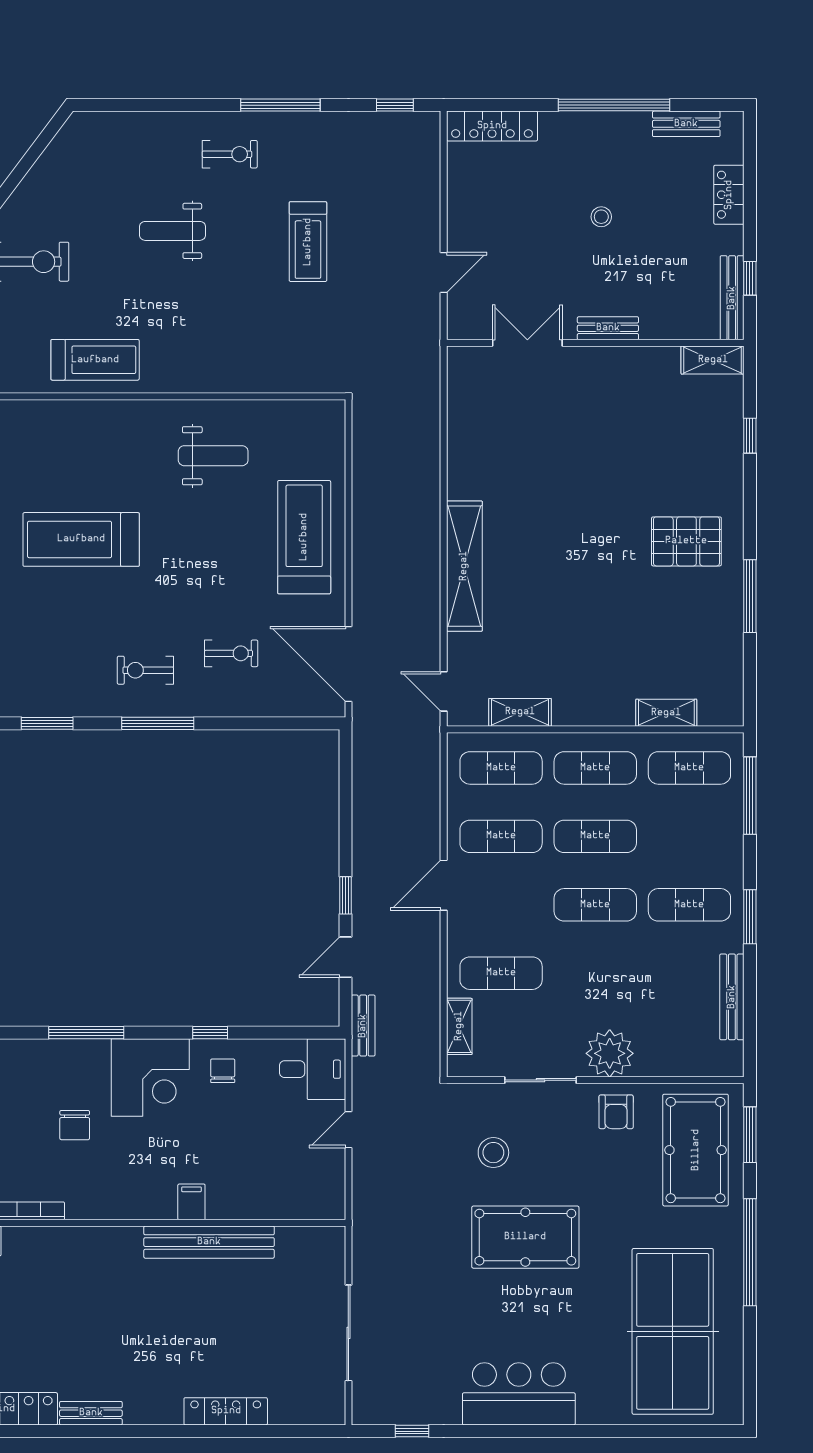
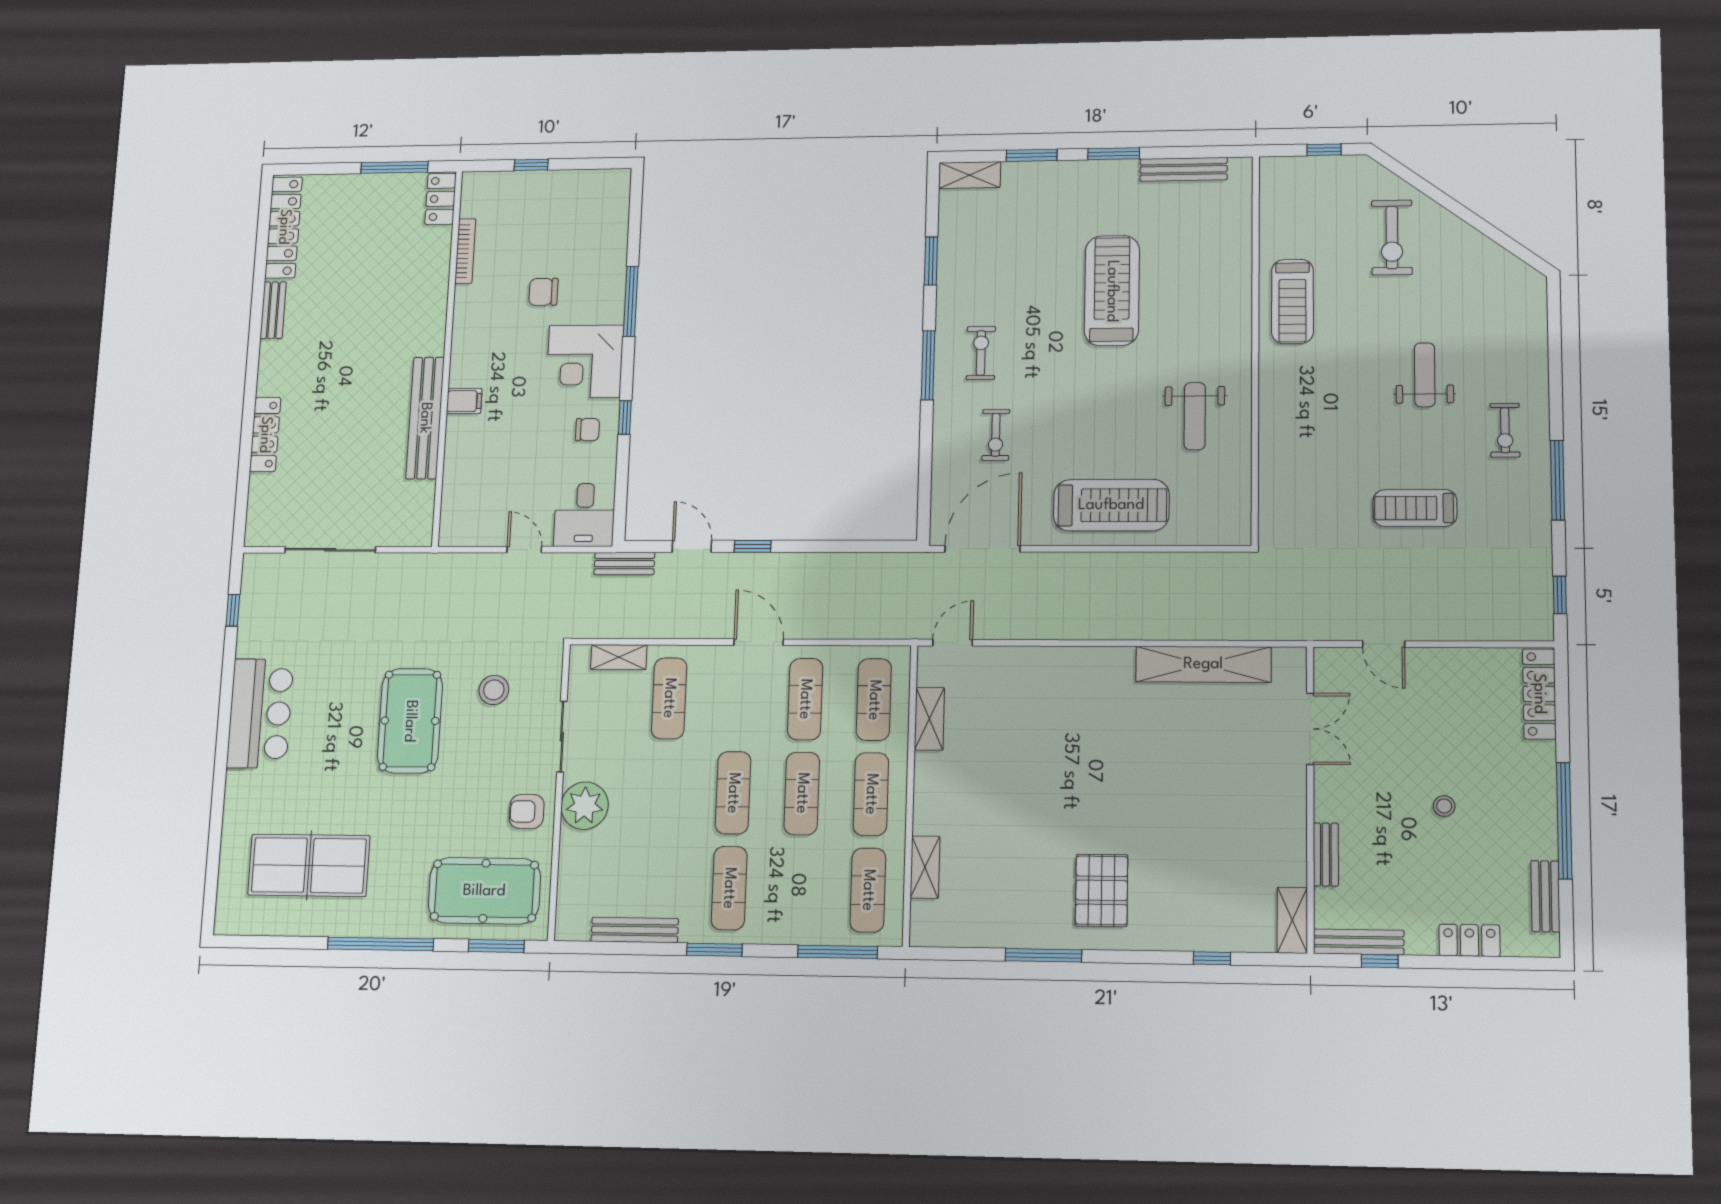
bench: (608, 328) -> (1326, 855), moved
shelving: (464, 566) -> (1203, 664), moved
table tennis table: (673, 1331) -> (309, 865), width x0.73, depth x0.76

